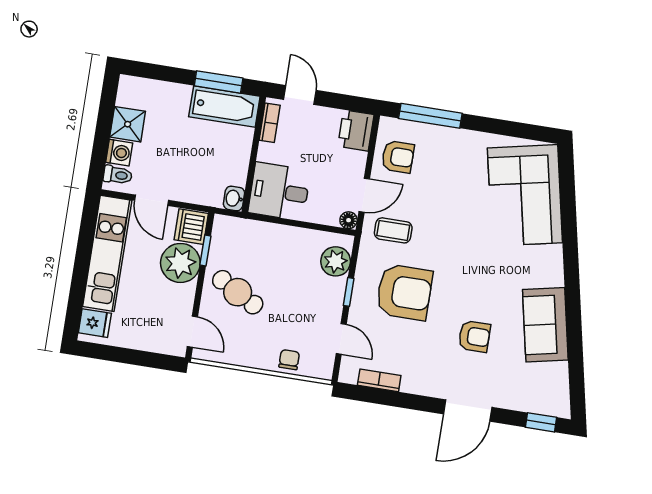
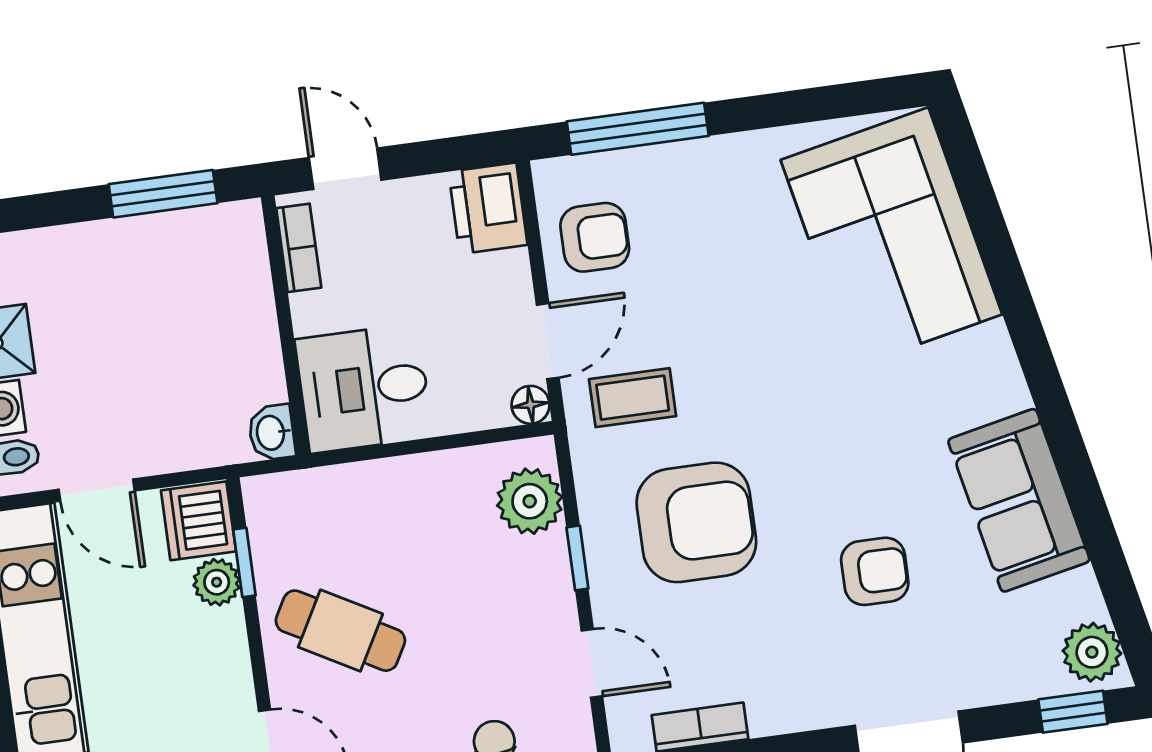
bathtub: (224, 107) -> (192, 242), removed
plant: (180, 263) -> (217, 582), width x0.53, depth x0.53
plant: (557, 399) -> (1092, 652), added

